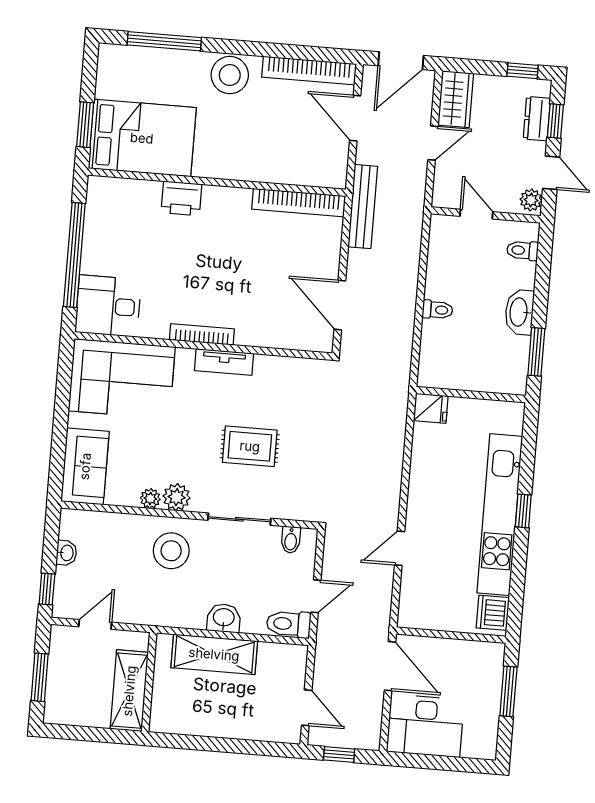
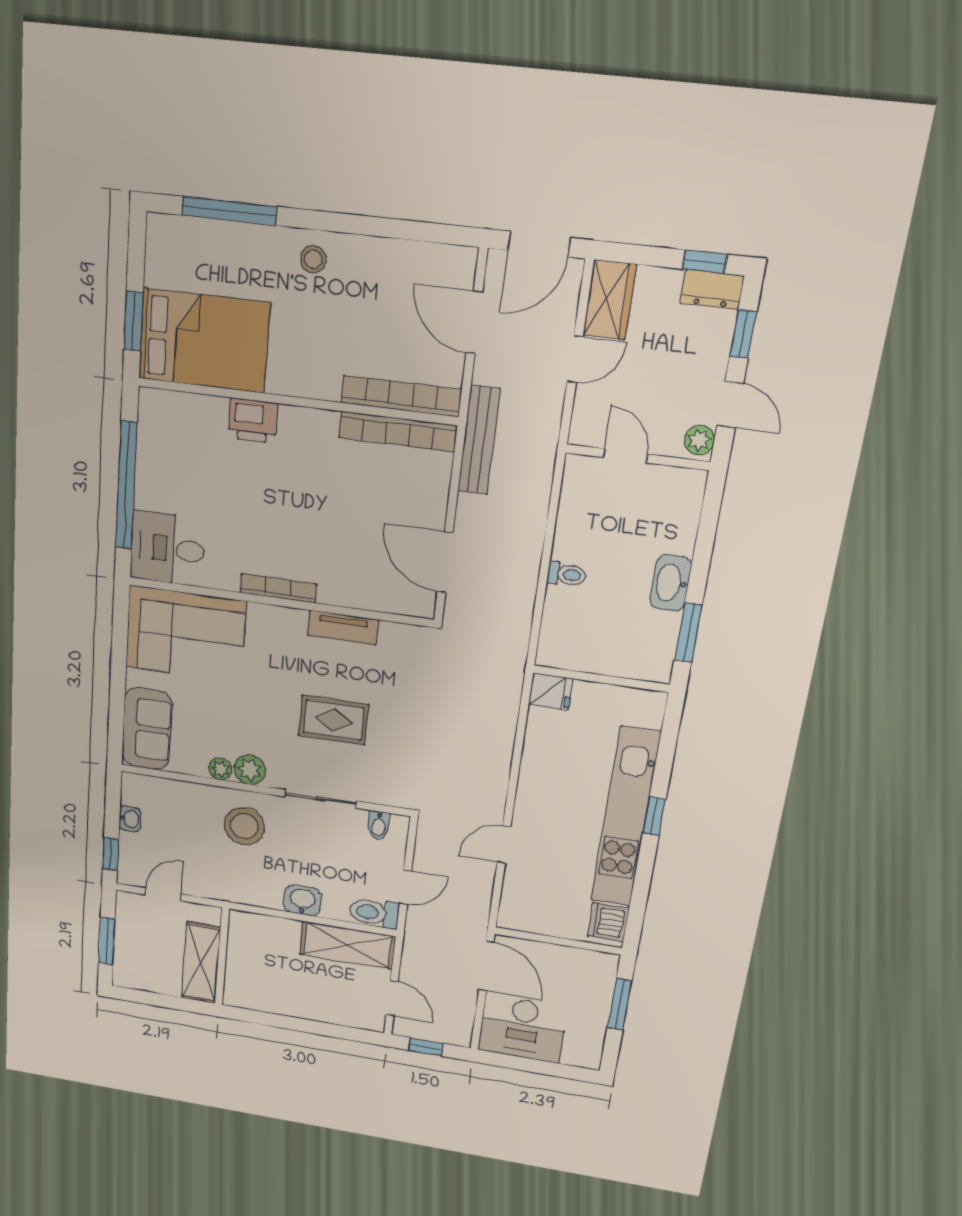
bookcase: (309, 70) -> (401, 396), moved, turned 180
stool: (230, 75) -> (313, 259), width x0.53, depth x0.53
dresser: (537, 119) -> (712, 290), moved, turned -90
toilet: (522, 250) -> (682, 506), removed
tv unit: (224, 362) -> (343, 628), moved
shelving: (214, 654) -> (348, 945), moved

